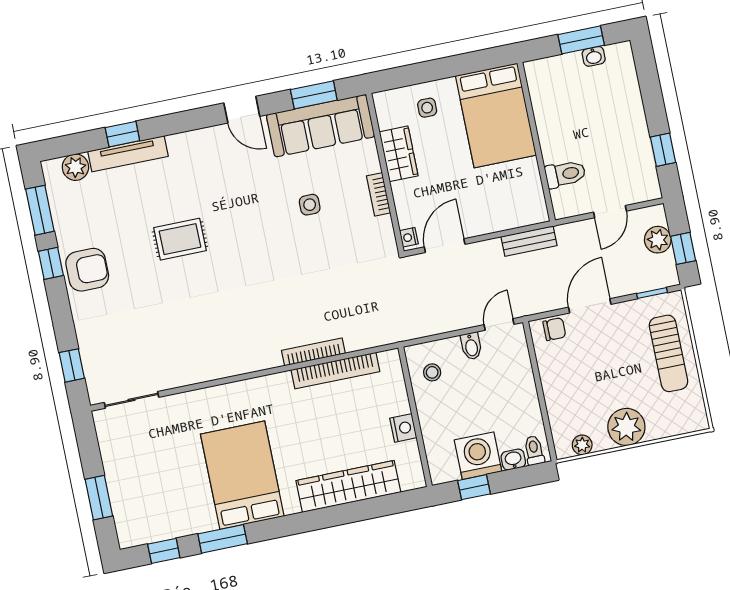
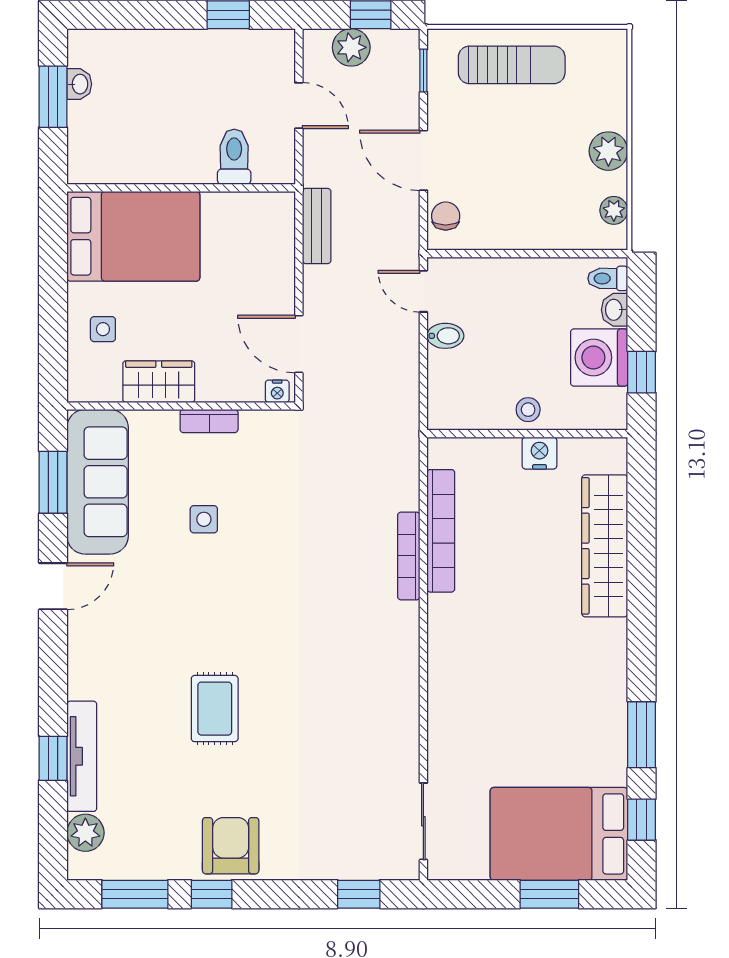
stool: (432, 372) -> (528, 410), moved
plant: (626, 427) -> (608, 151), width x0.73, depth x0.73
bed: (242, 475) -> (559, 834), moved

